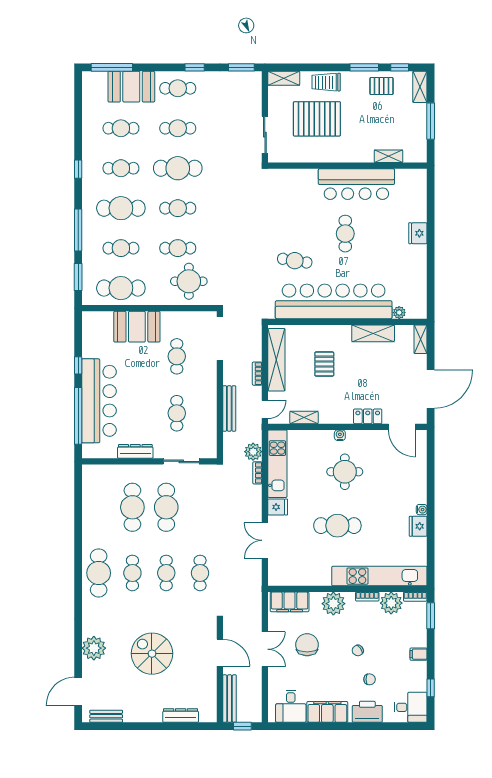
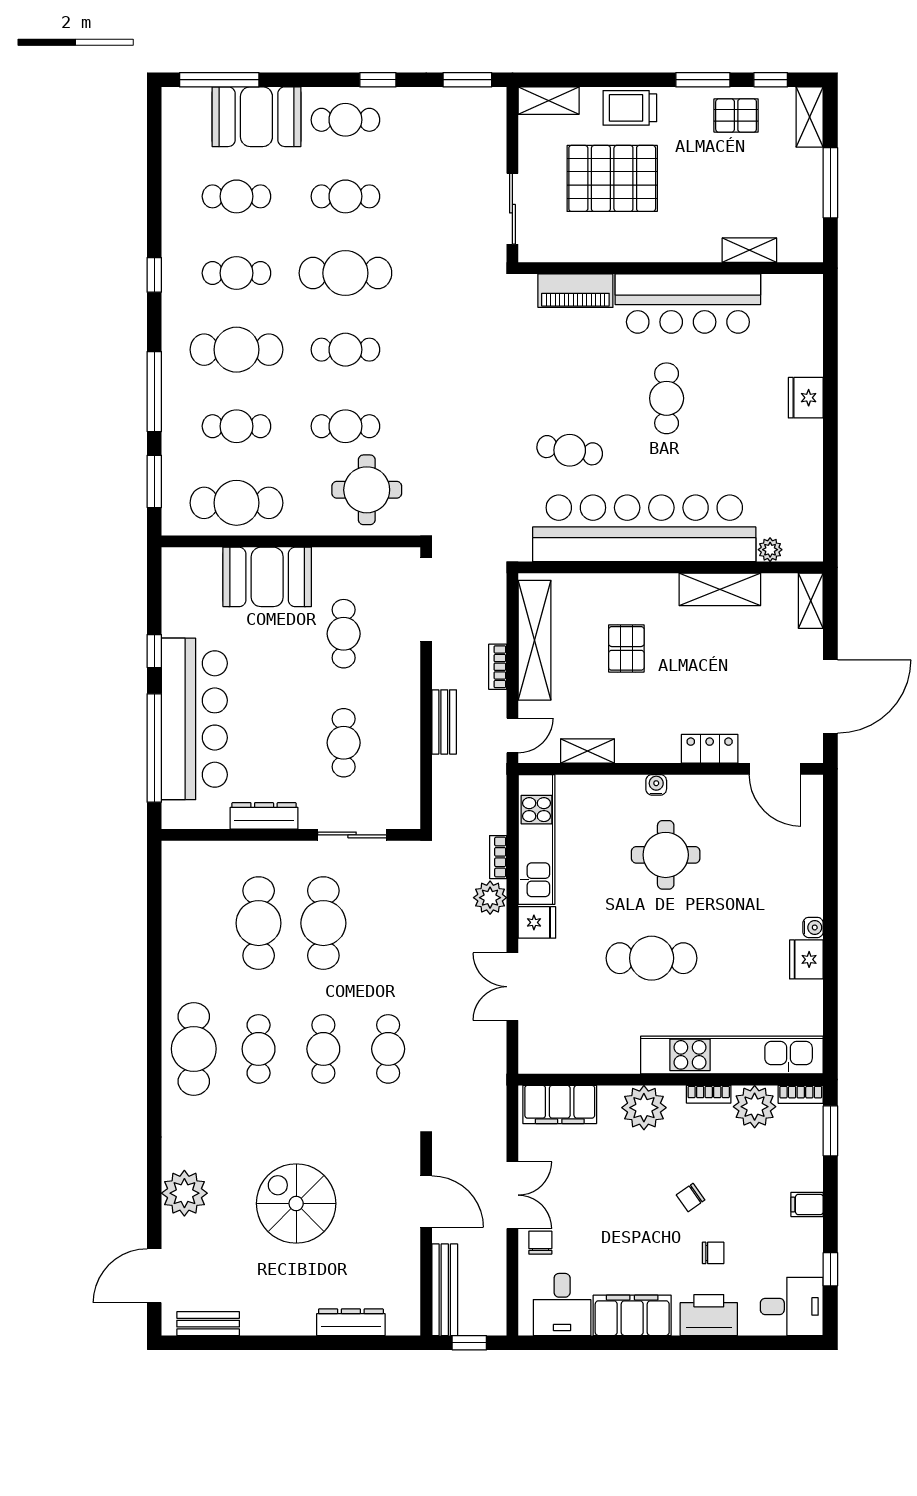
piano: (298, 177) -> (575, 291), added
bench: (229, 408) -> (444, 722), width x0.73
plant: (253, 452) -> (490, 898), moved
chair: (307, 645) -> (540, 1243), moved, width x0.54, depth x0.54

